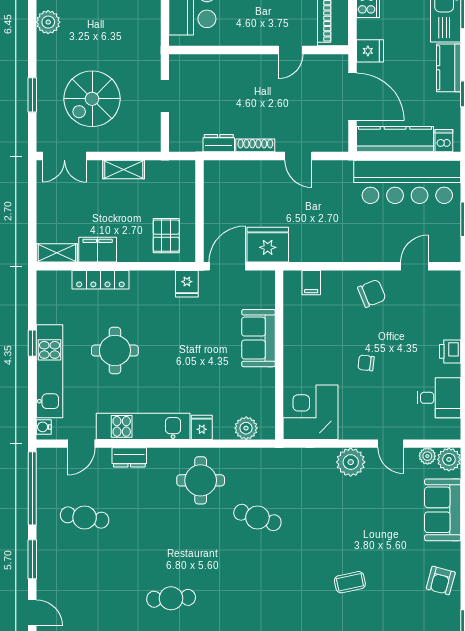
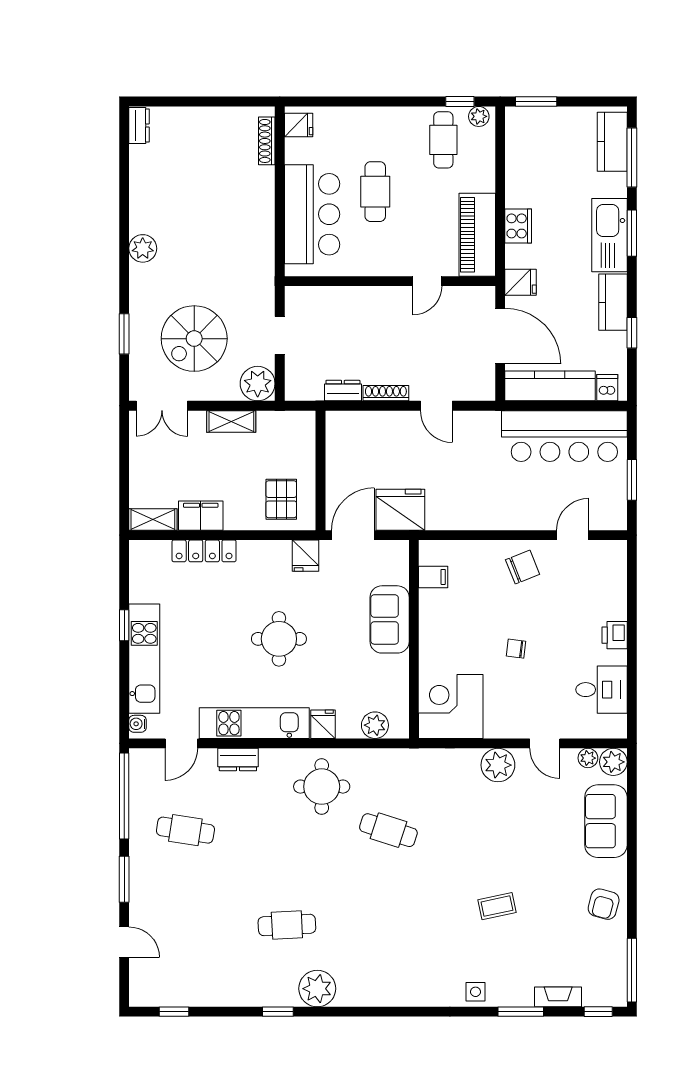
plant: (146, 137) -> (258, 384), added
filing cabinet: (311, 283) -> (433, 577), moved, turned -90
round table: (115, 351) -> (279, 639), moved

